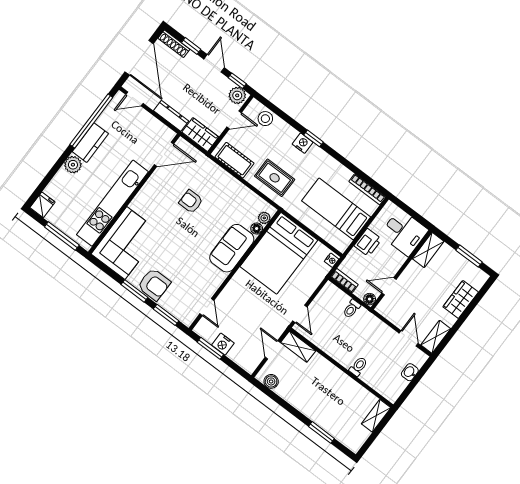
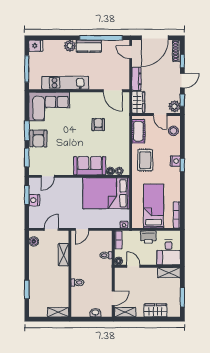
kitchen unit: (112, 203) -> (65, 83), width x0.73
shelving: (298, 347) -> (64, 255), moved

